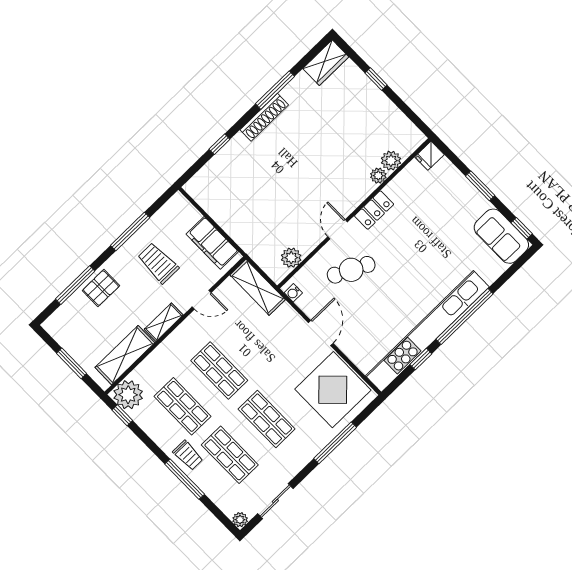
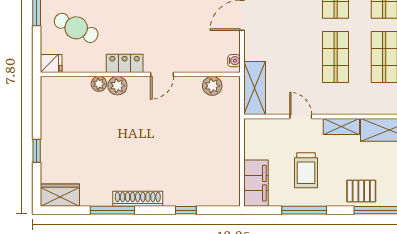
plant: (391, 161) -> (117, 86), moved
filing cabinet: (212, 243) -> (256, 183), moved
cafe table: (351, 270) -> (76, 28), moved

